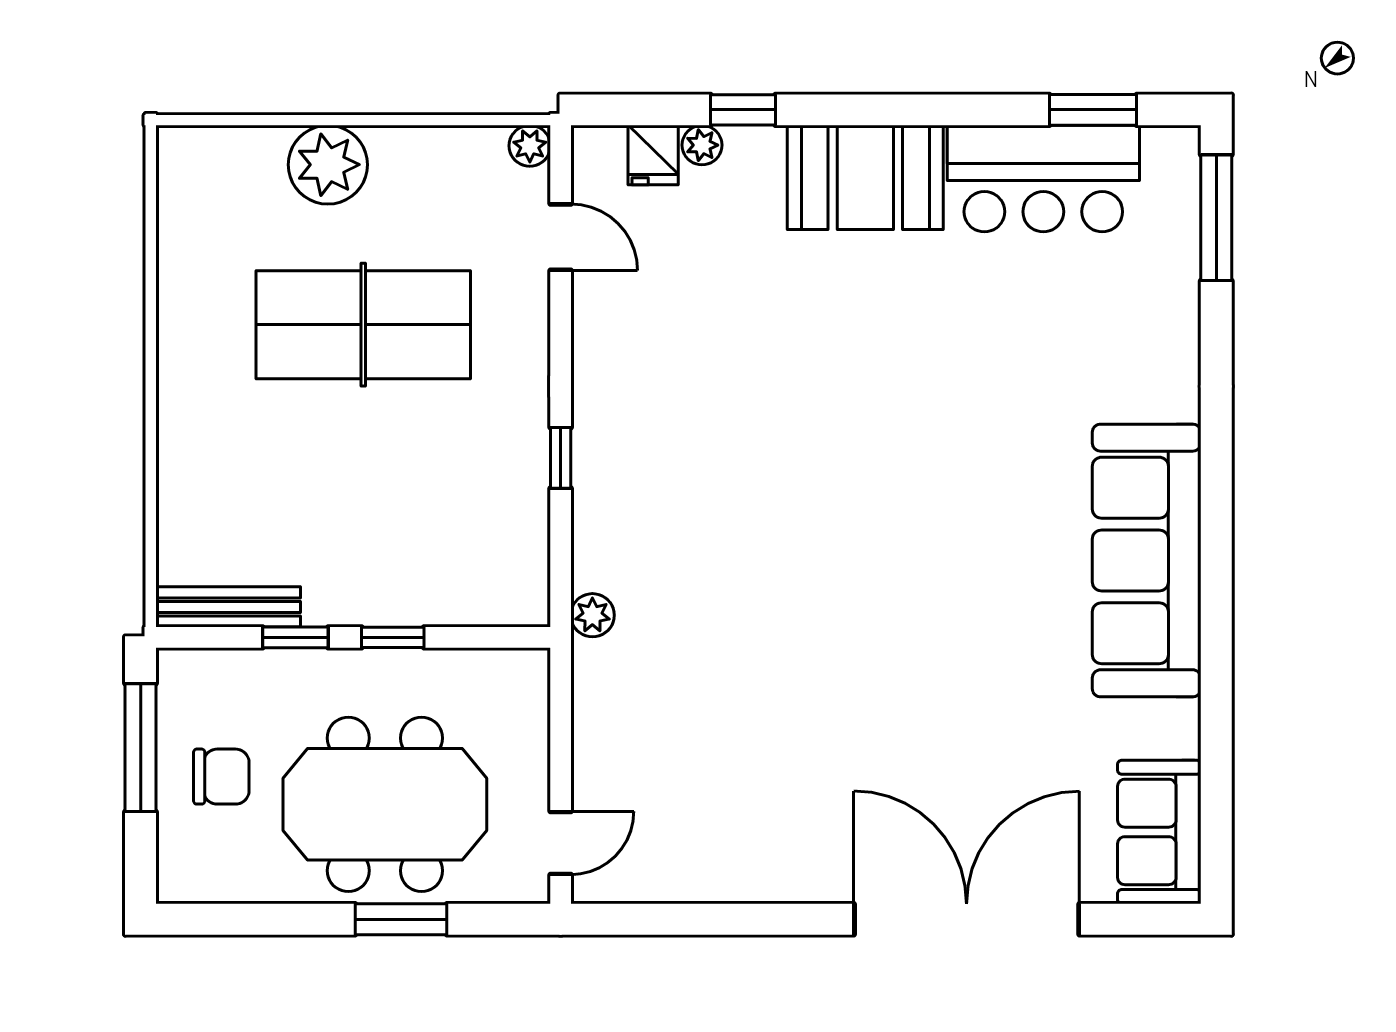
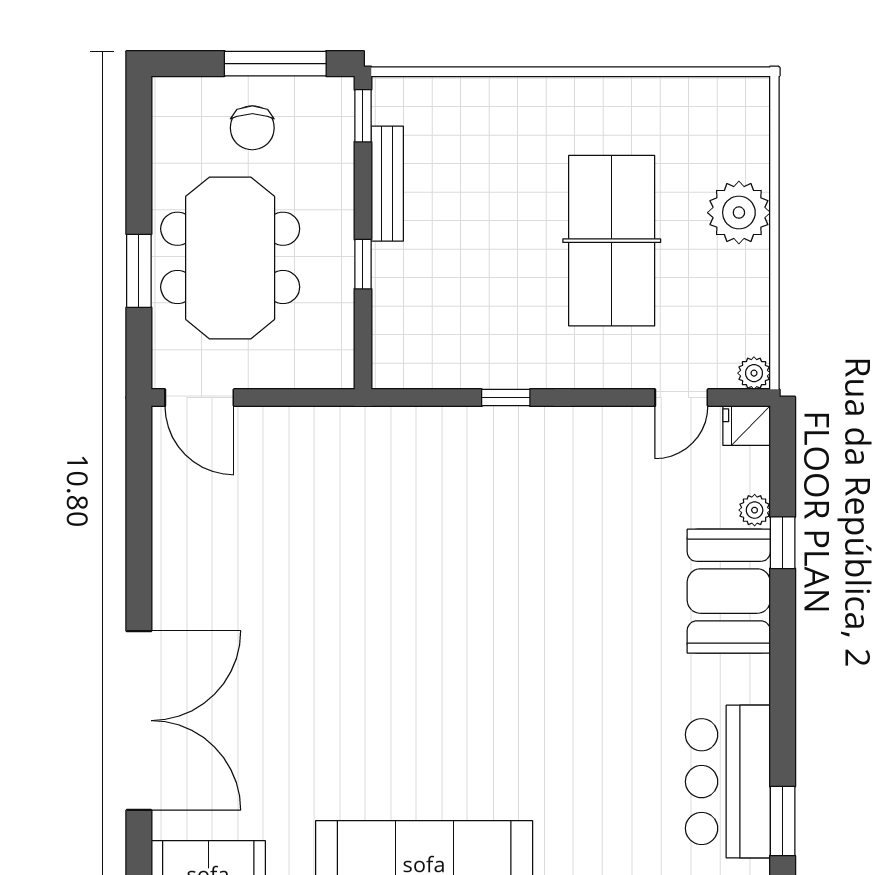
fridge: (653, 155) -> (747, 426), moved
booth: (865, 177) -> (729, 591), moved
bench: (228, 607) -> (387, 184), moved
plant: (592, 615) -> (381, 423), removed
window: (295, 637) -> (363, 116), moved
door: (561, 843) -> (199, 398), width x1.38

